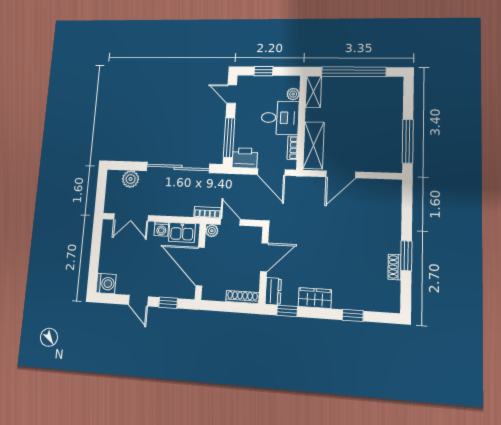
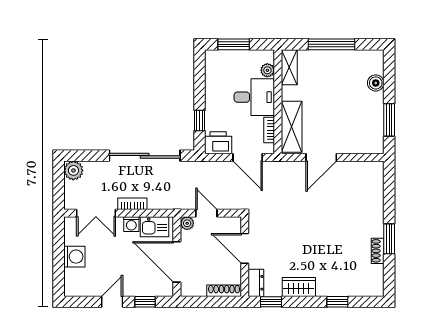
window: (263, 71) -> (234, 44), width x1.50
window: (354, 72) -> (332, 44), width x0.68
door: (232, 94) -> (200, 71), removed
boiler: (395, 107) -> (376, 83), added
window: (229, 138) -> (200, 121), width x0.46
window: (408, 141) -> (389, 120), width x0.69
plant: (131, 179) -> (73, 170), moved
bookcase: (207, 212) -> (132, 204), moved
door: (264, 257) -> (245, 248), swing flipped
washing machine: (106, 284) -> (74, 257), moved
door: (138, 301) -> (112, 302), swing flipped

